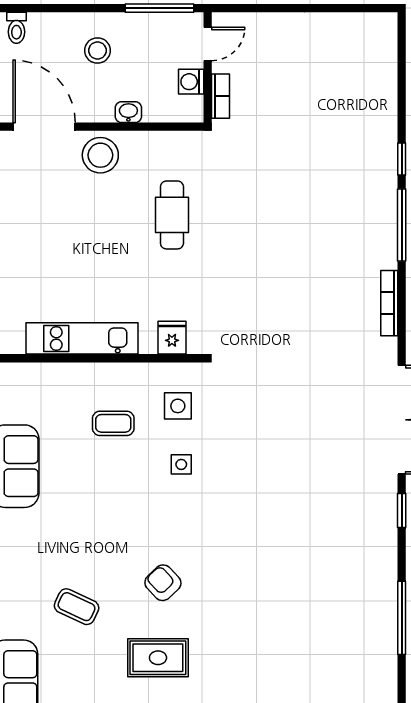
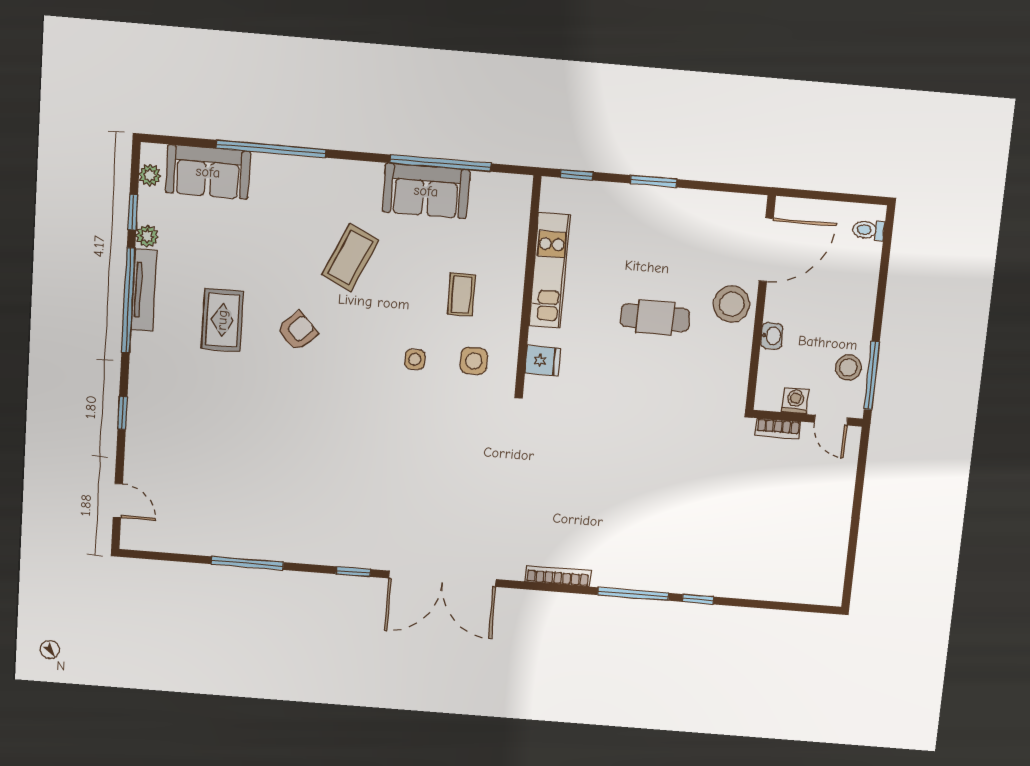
stool: (97, 51) -> (848, 368), moved
cafe table: (172, 215) -> (655, 318), moved
coffee table: (77, 607) -> (350, 258), moved, width x1.36, depth x1.30

